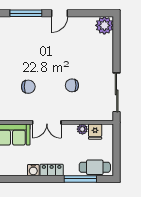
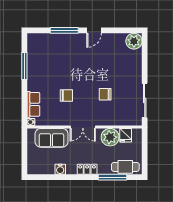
plant: (82, 129) -> (110, 137), width x1.88, depth x1.88
water cooler: (33, 170) -> (60, 169), moved

